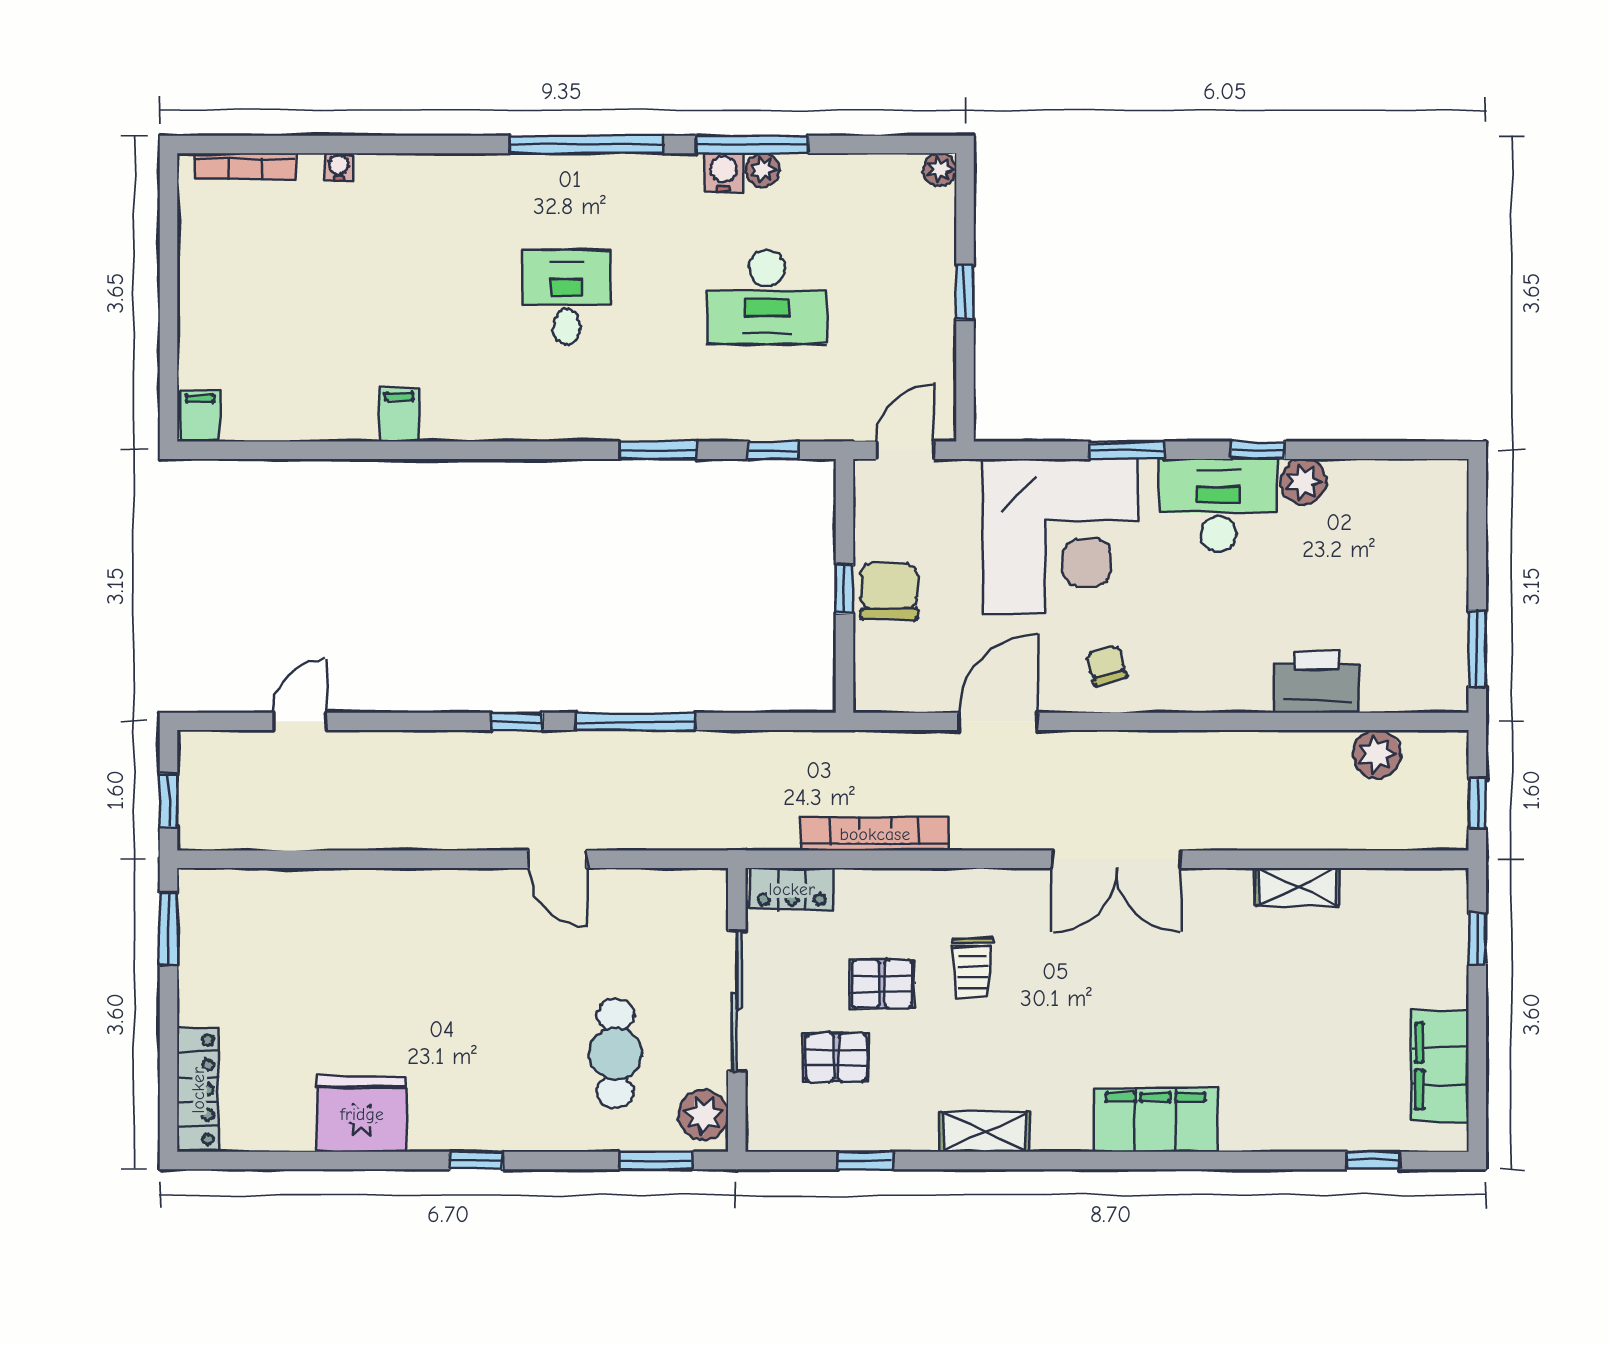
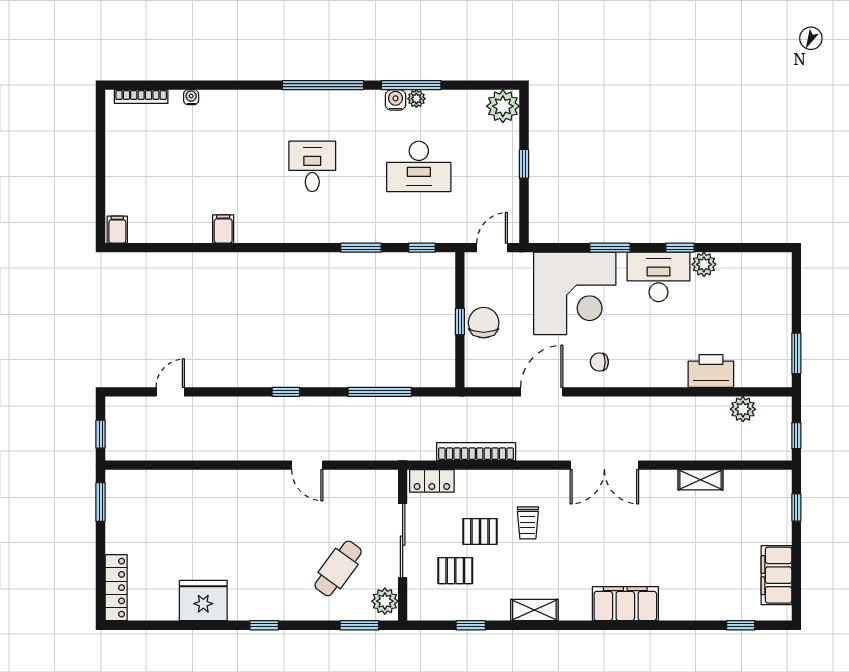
plant: (940, 170) -> (503, 106), width x1.88, depth x1.88
chair: (1107, 665) -> (599, 362), turned -76
window: (635, 721) -> (380, 392), moved
cafe table: (615, 1054) -> (338, 568), turned 36

